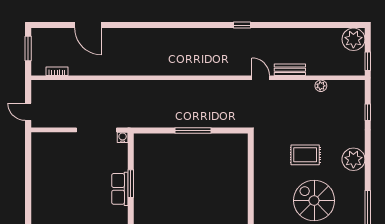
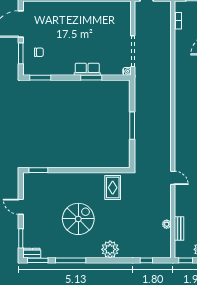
bench: (290, 70) -> (179, 229), moved
door: (261, 78) -> (173, 178), hinge flipped
rug: (305, 155) -> (113, 188), moved

